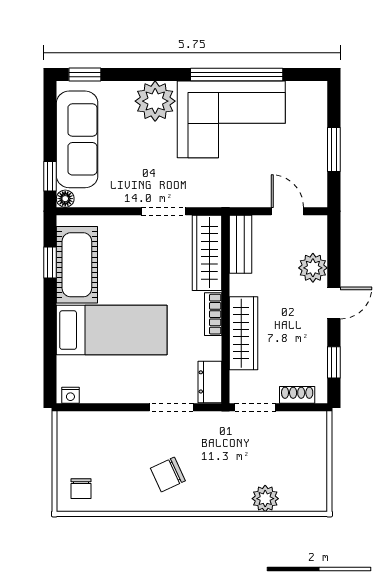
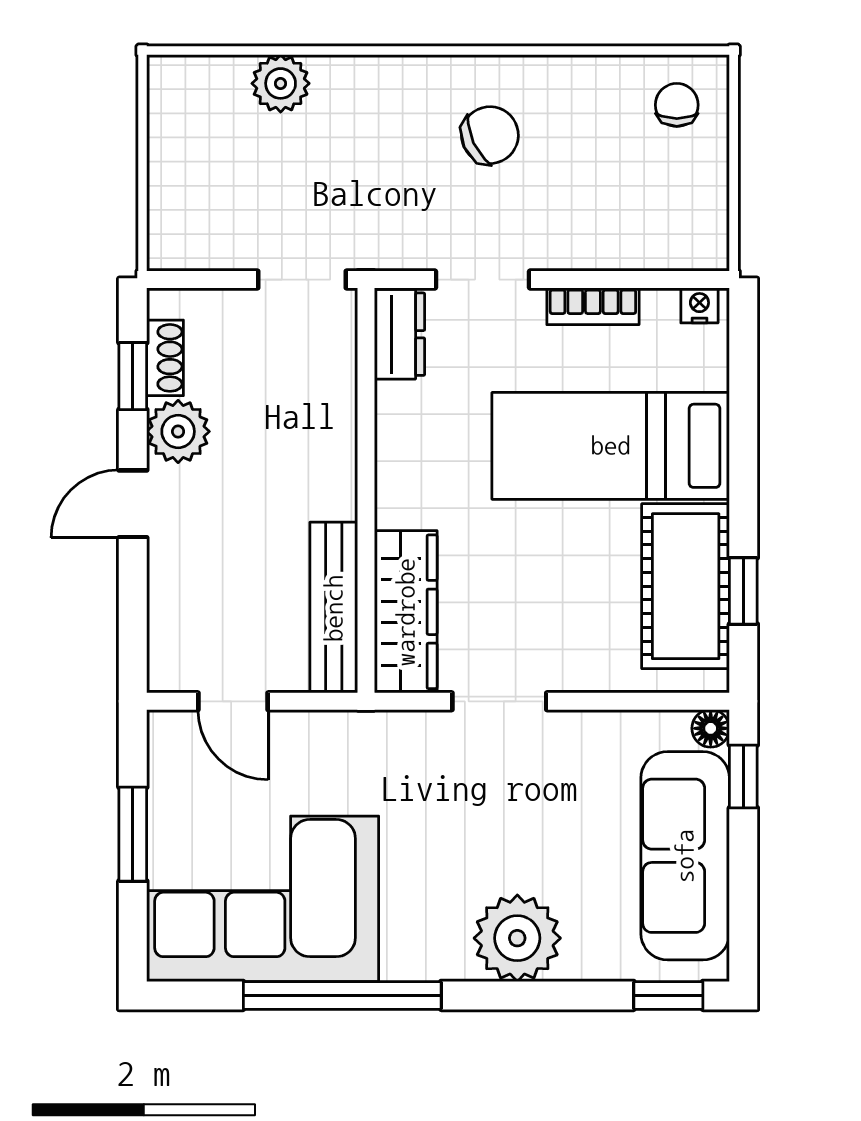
corner sofa: (231, 119) -> (263, 899), moved
bench: (241, 244) -> (334, 608), width x1.36
plant: (313, 268) -> (178, 431), moved
bookcase: (213, 314) -> (593, 306), moved, turned 90
wardrobe: (244, 333) -> (327, 439), removed
shoe rack: (297, 395) -> (165, 358), moved, turned -90

